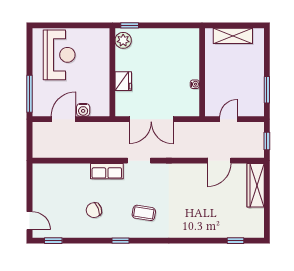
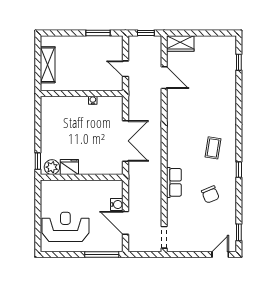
fridge: (123, 81) -> (69, 167), moved
doorway: (139, 161) -> (164, 237), moved
wardrobe: (256, 185) -> (180, 43), width x0.67

